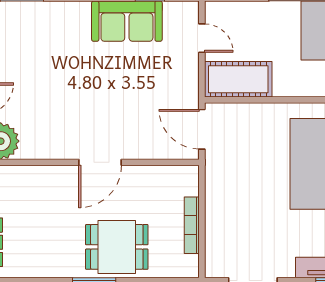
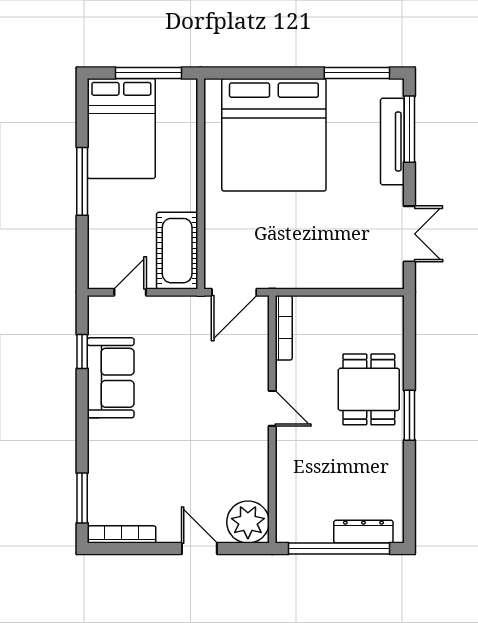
door: (100, 162) -> (272, 408), width x0.73
bookcase: (192, 225) -> (284, 328), moved, turned -90

